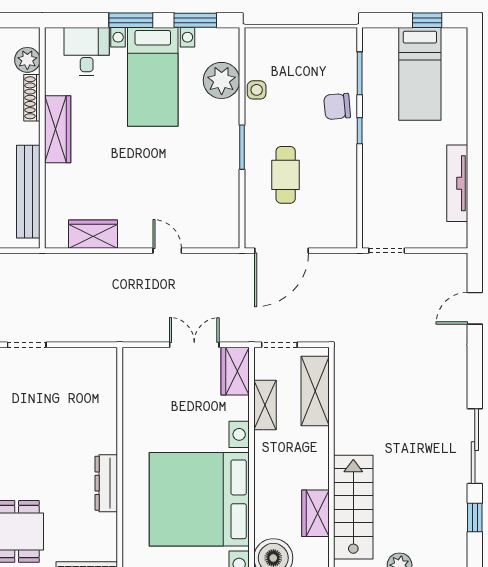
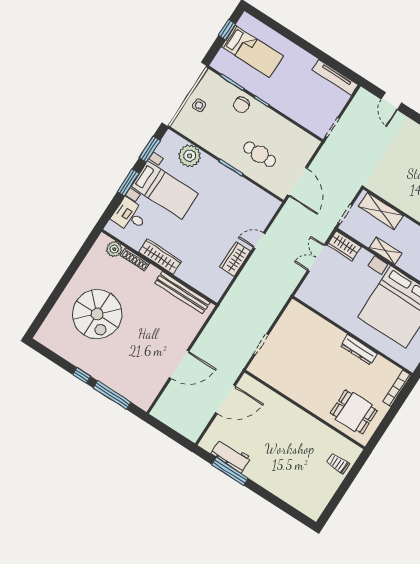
side table: (257, 90) -> (199, 105), moved
tv unit: (457, 183) -> (335, 77), moved
wardrobe: (93, 234) -> (235, 259), moved
shelving: (265, 405) -> (385, 251), moved

